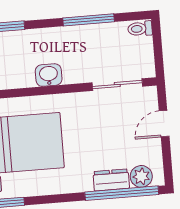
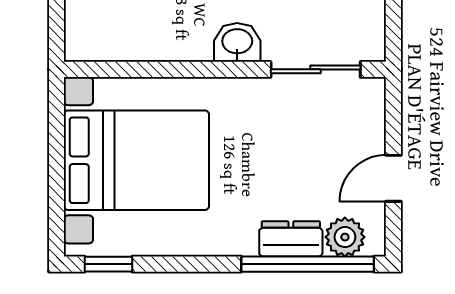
washbasin: (49, 75) -> (237, 42), moved
door: (164, 124) -> (393, 178), moved

